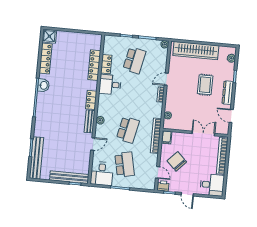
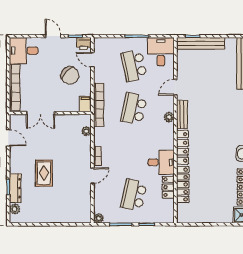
wardrobe: (196, 51) -> (59, 214), removed
dresser: (228, 93) -> (15, 188), moved
locker: (91, 100) -> (182, 147), width x1.53

